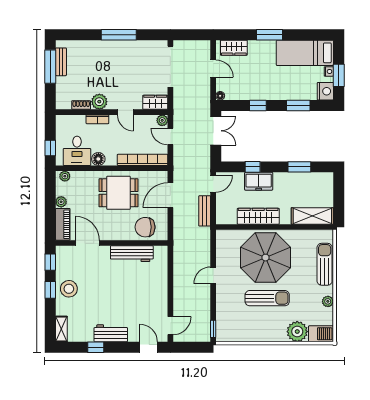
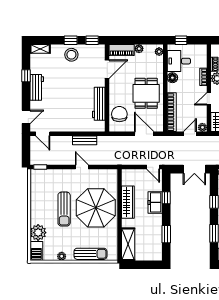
bench: (205, 211) -> (85, 140), moved

